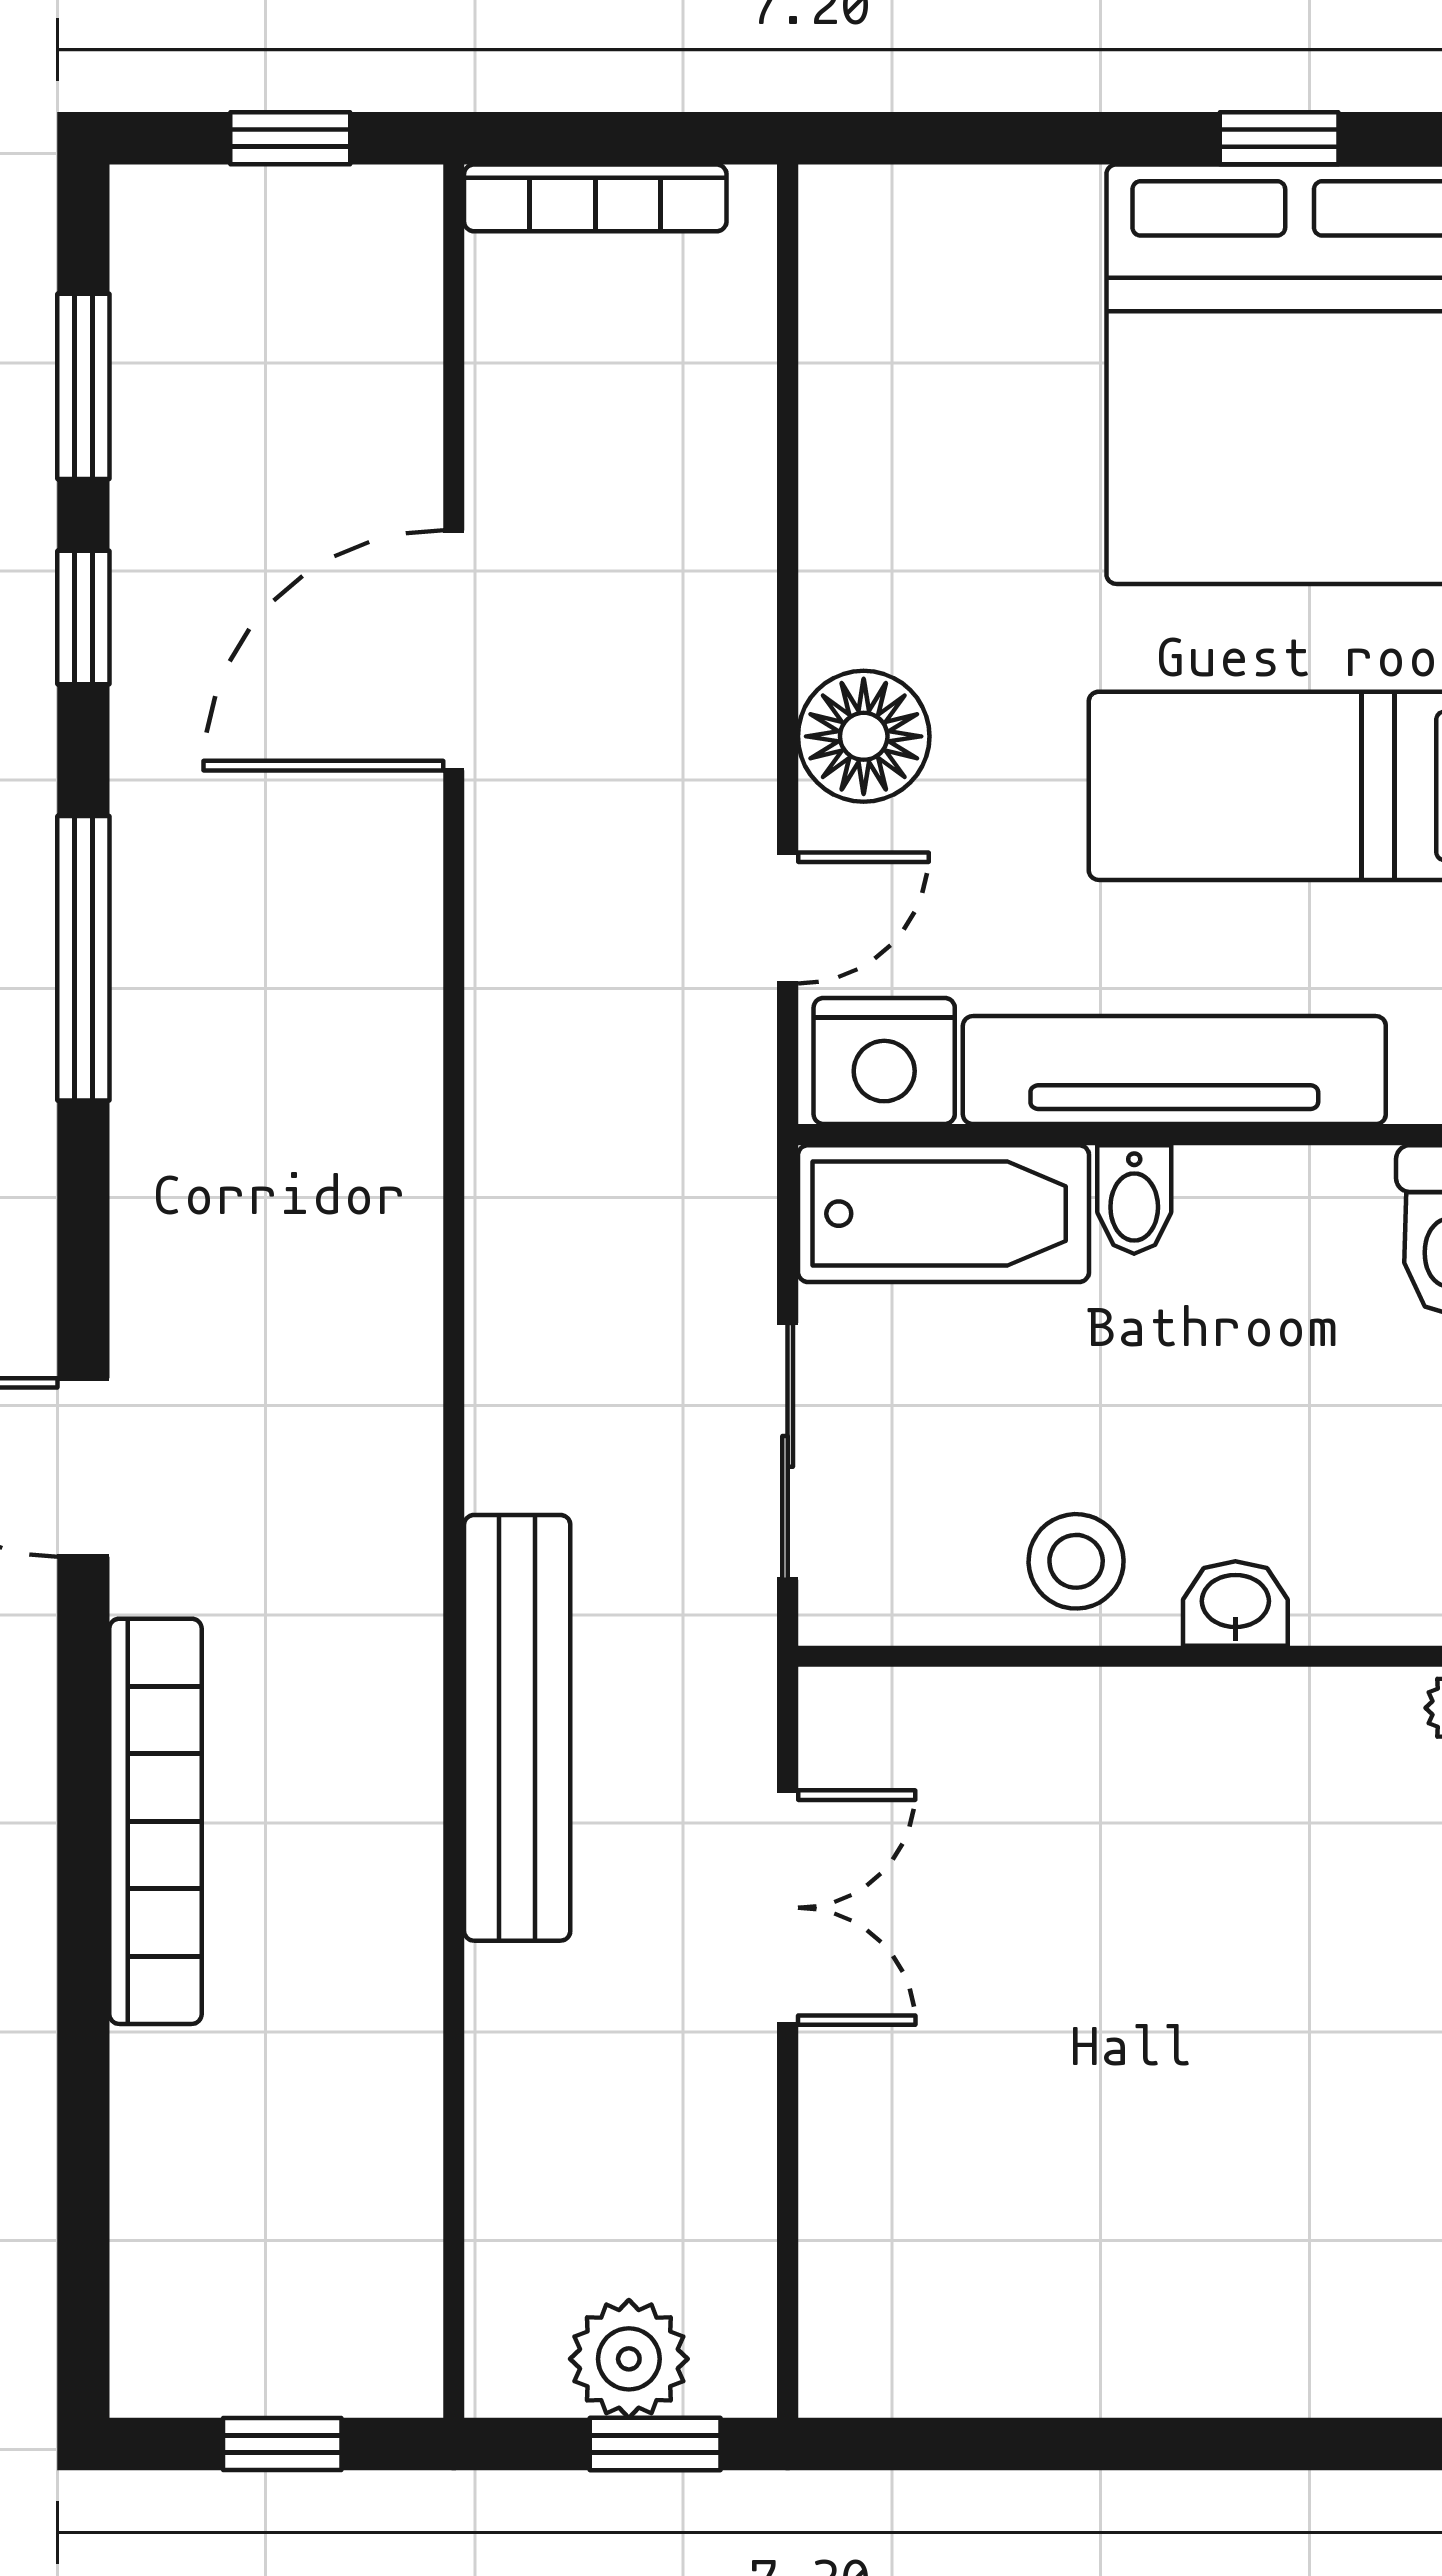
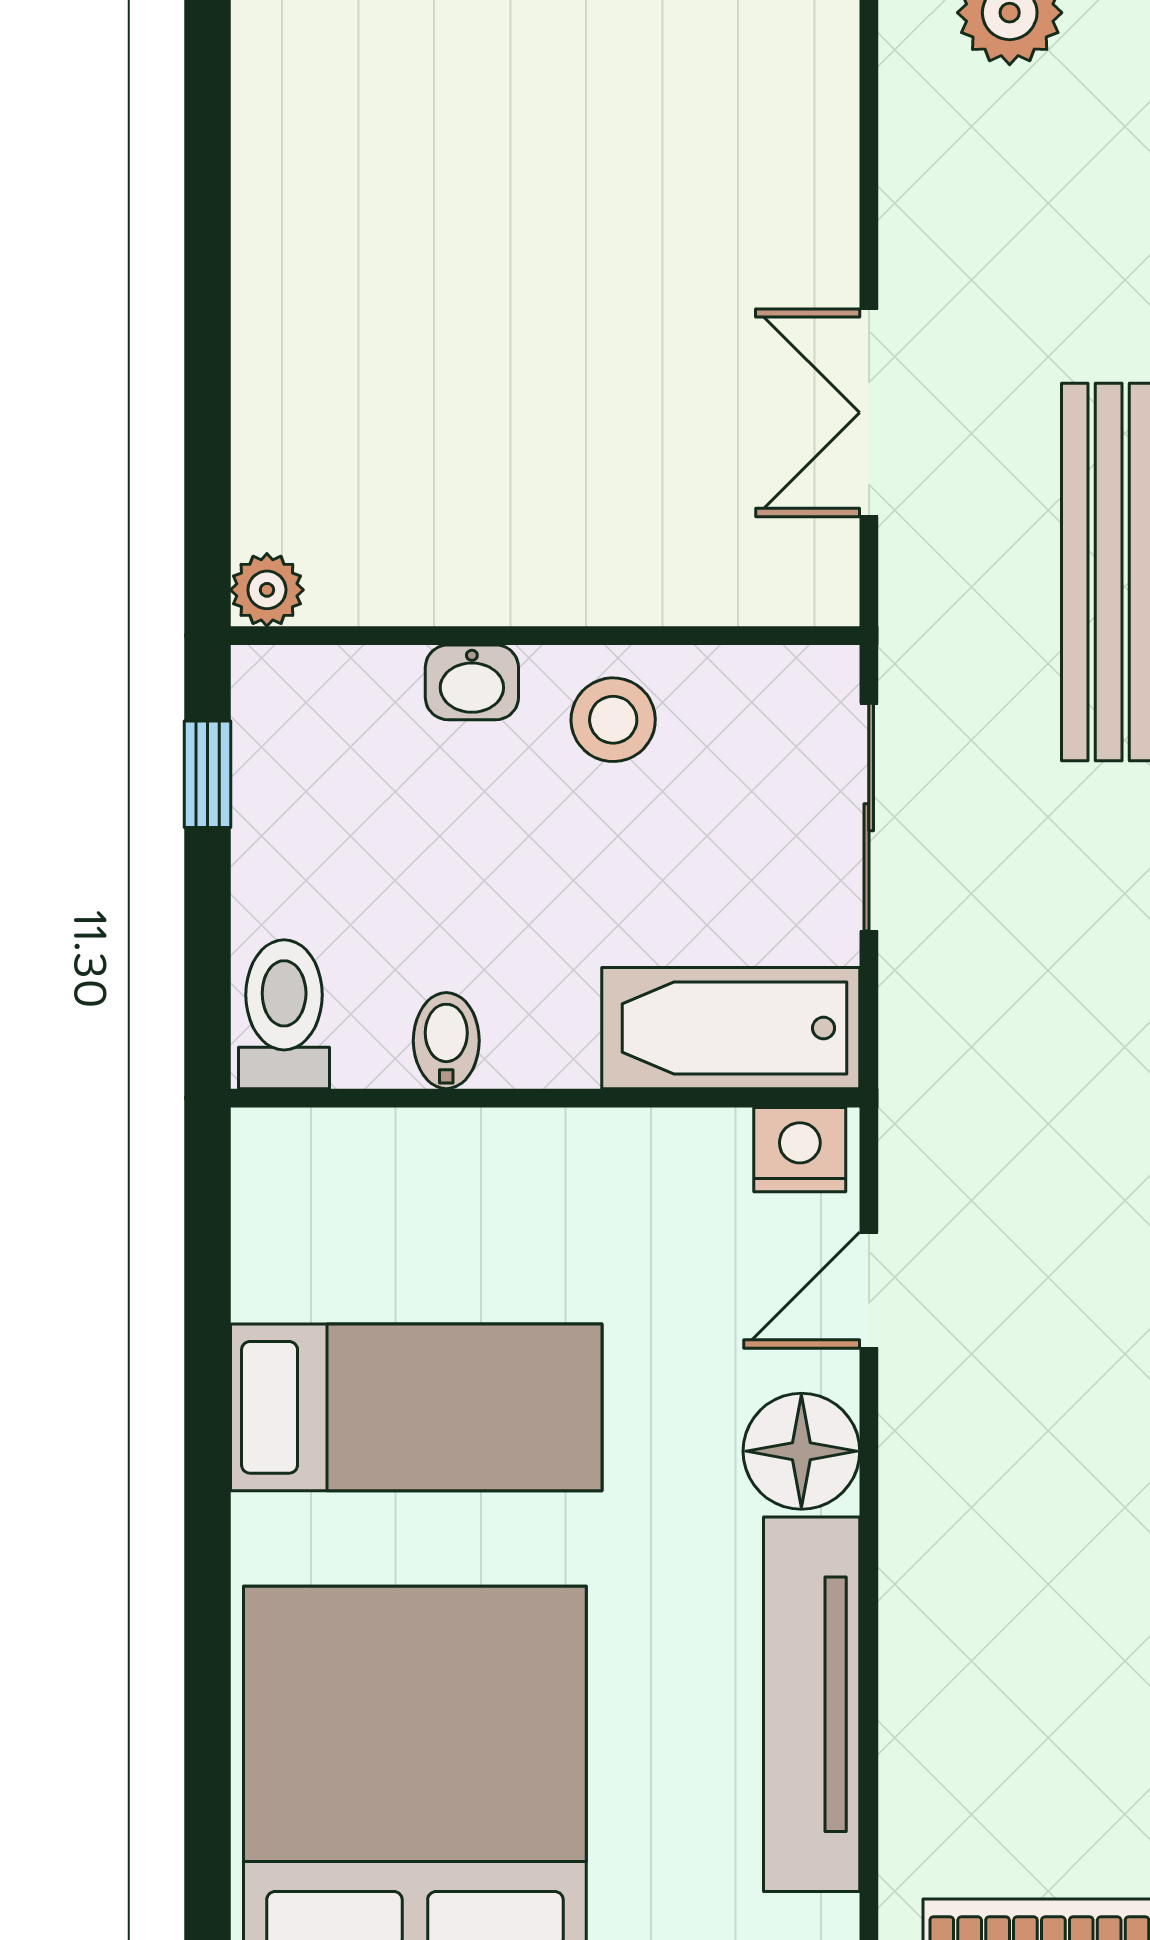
nightstand: (884, 1061) -> (800, 1150), width x0.74, depth x0.75
tv unit: (1174, 1070) -> (812, 1704), moved, turned 90
bidet: (1134, 1199) -> (446, 1041), moved

